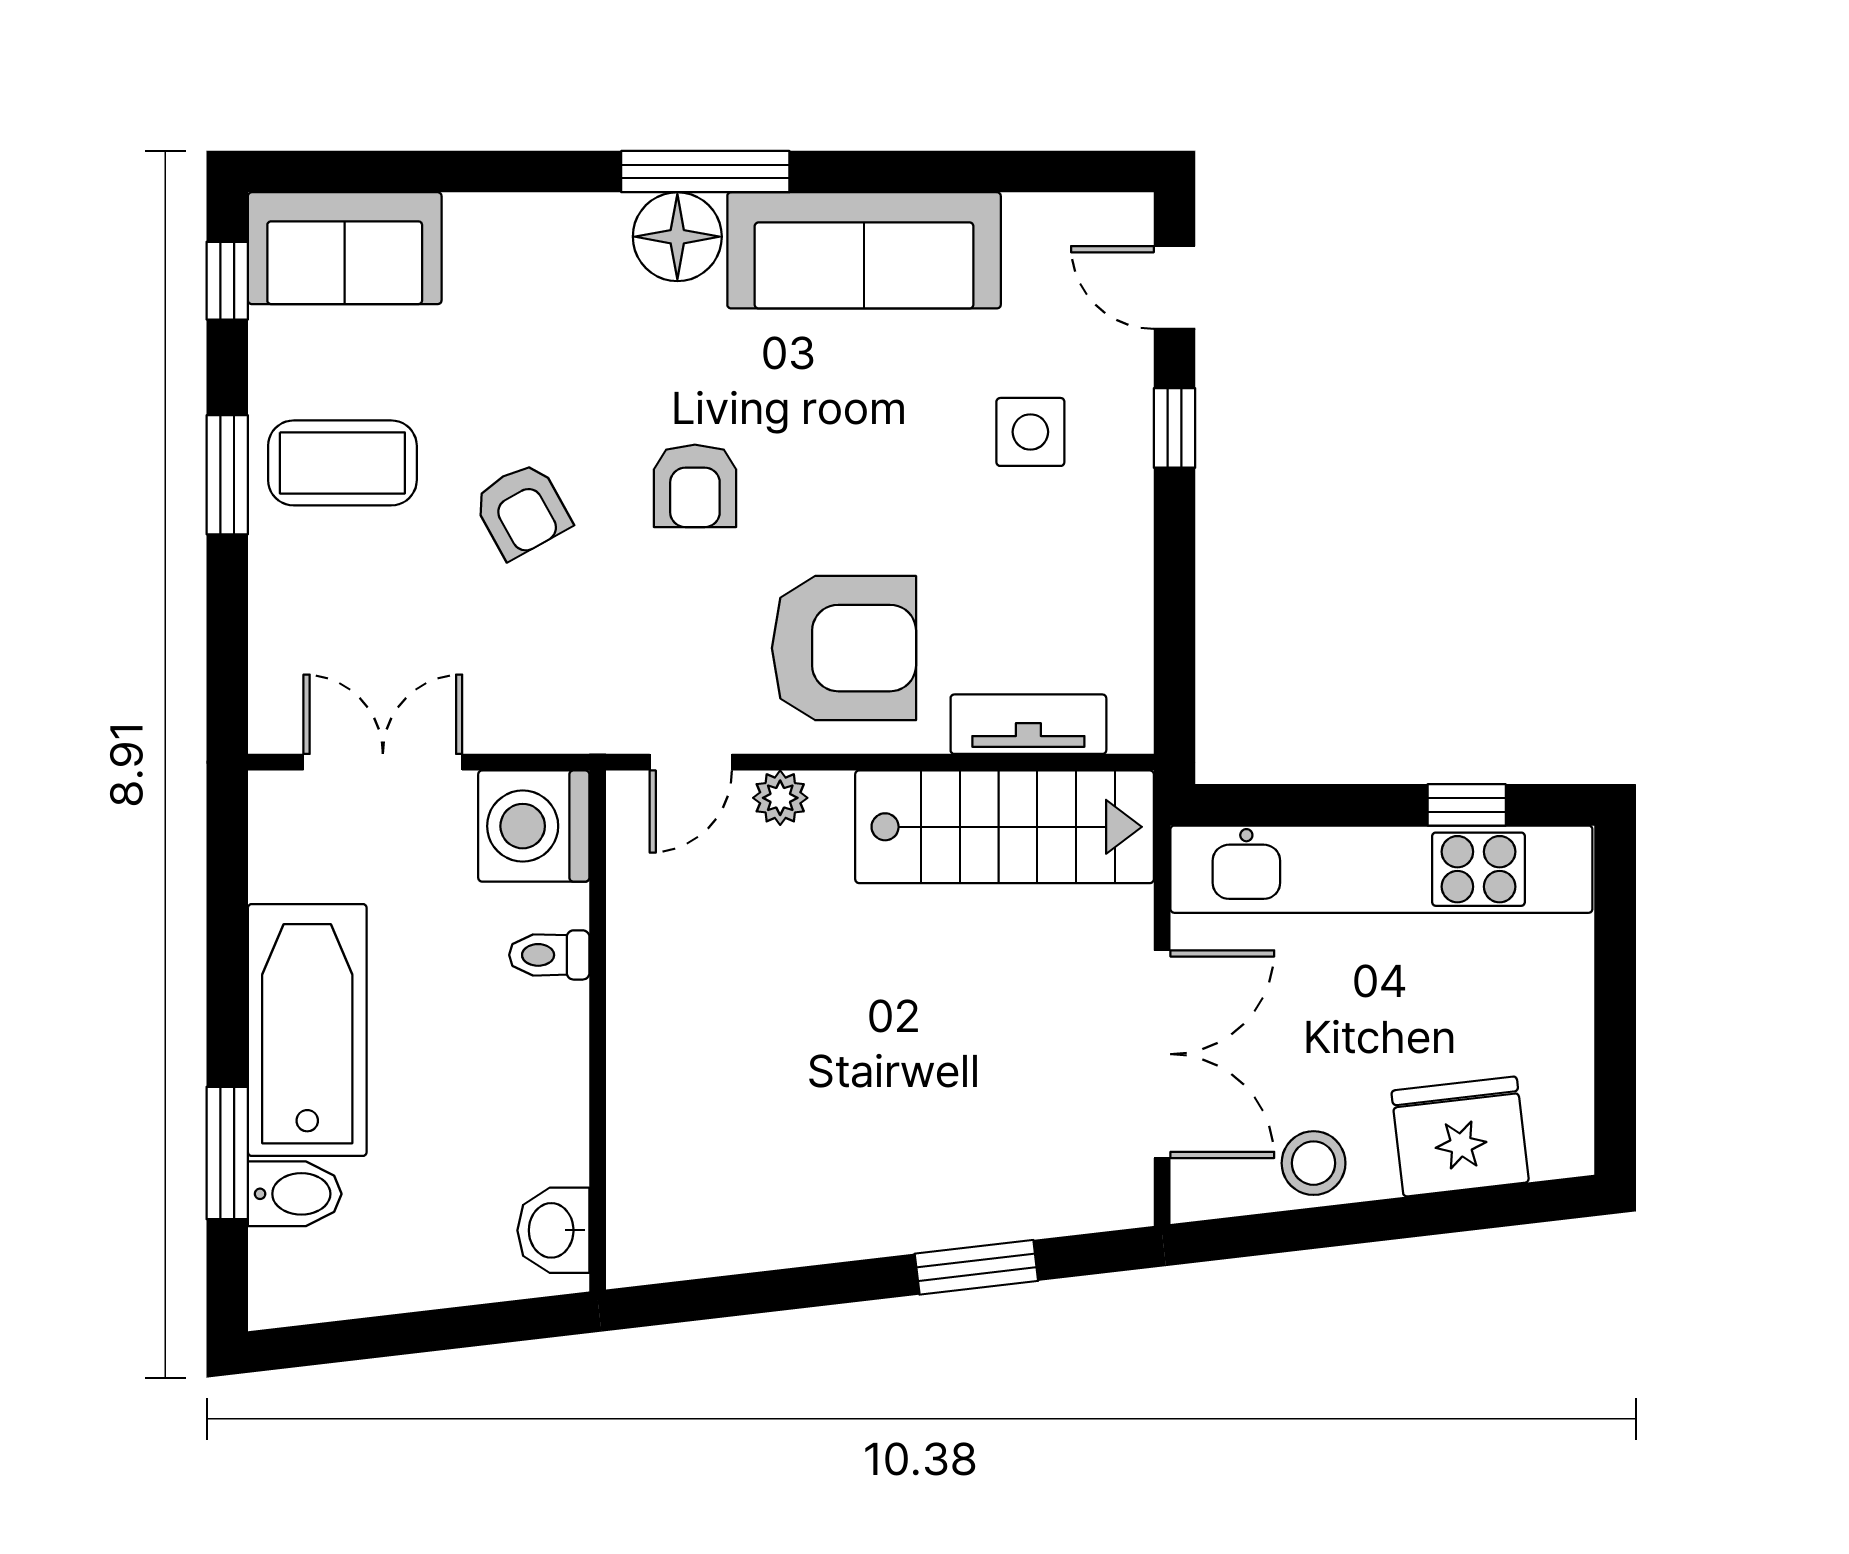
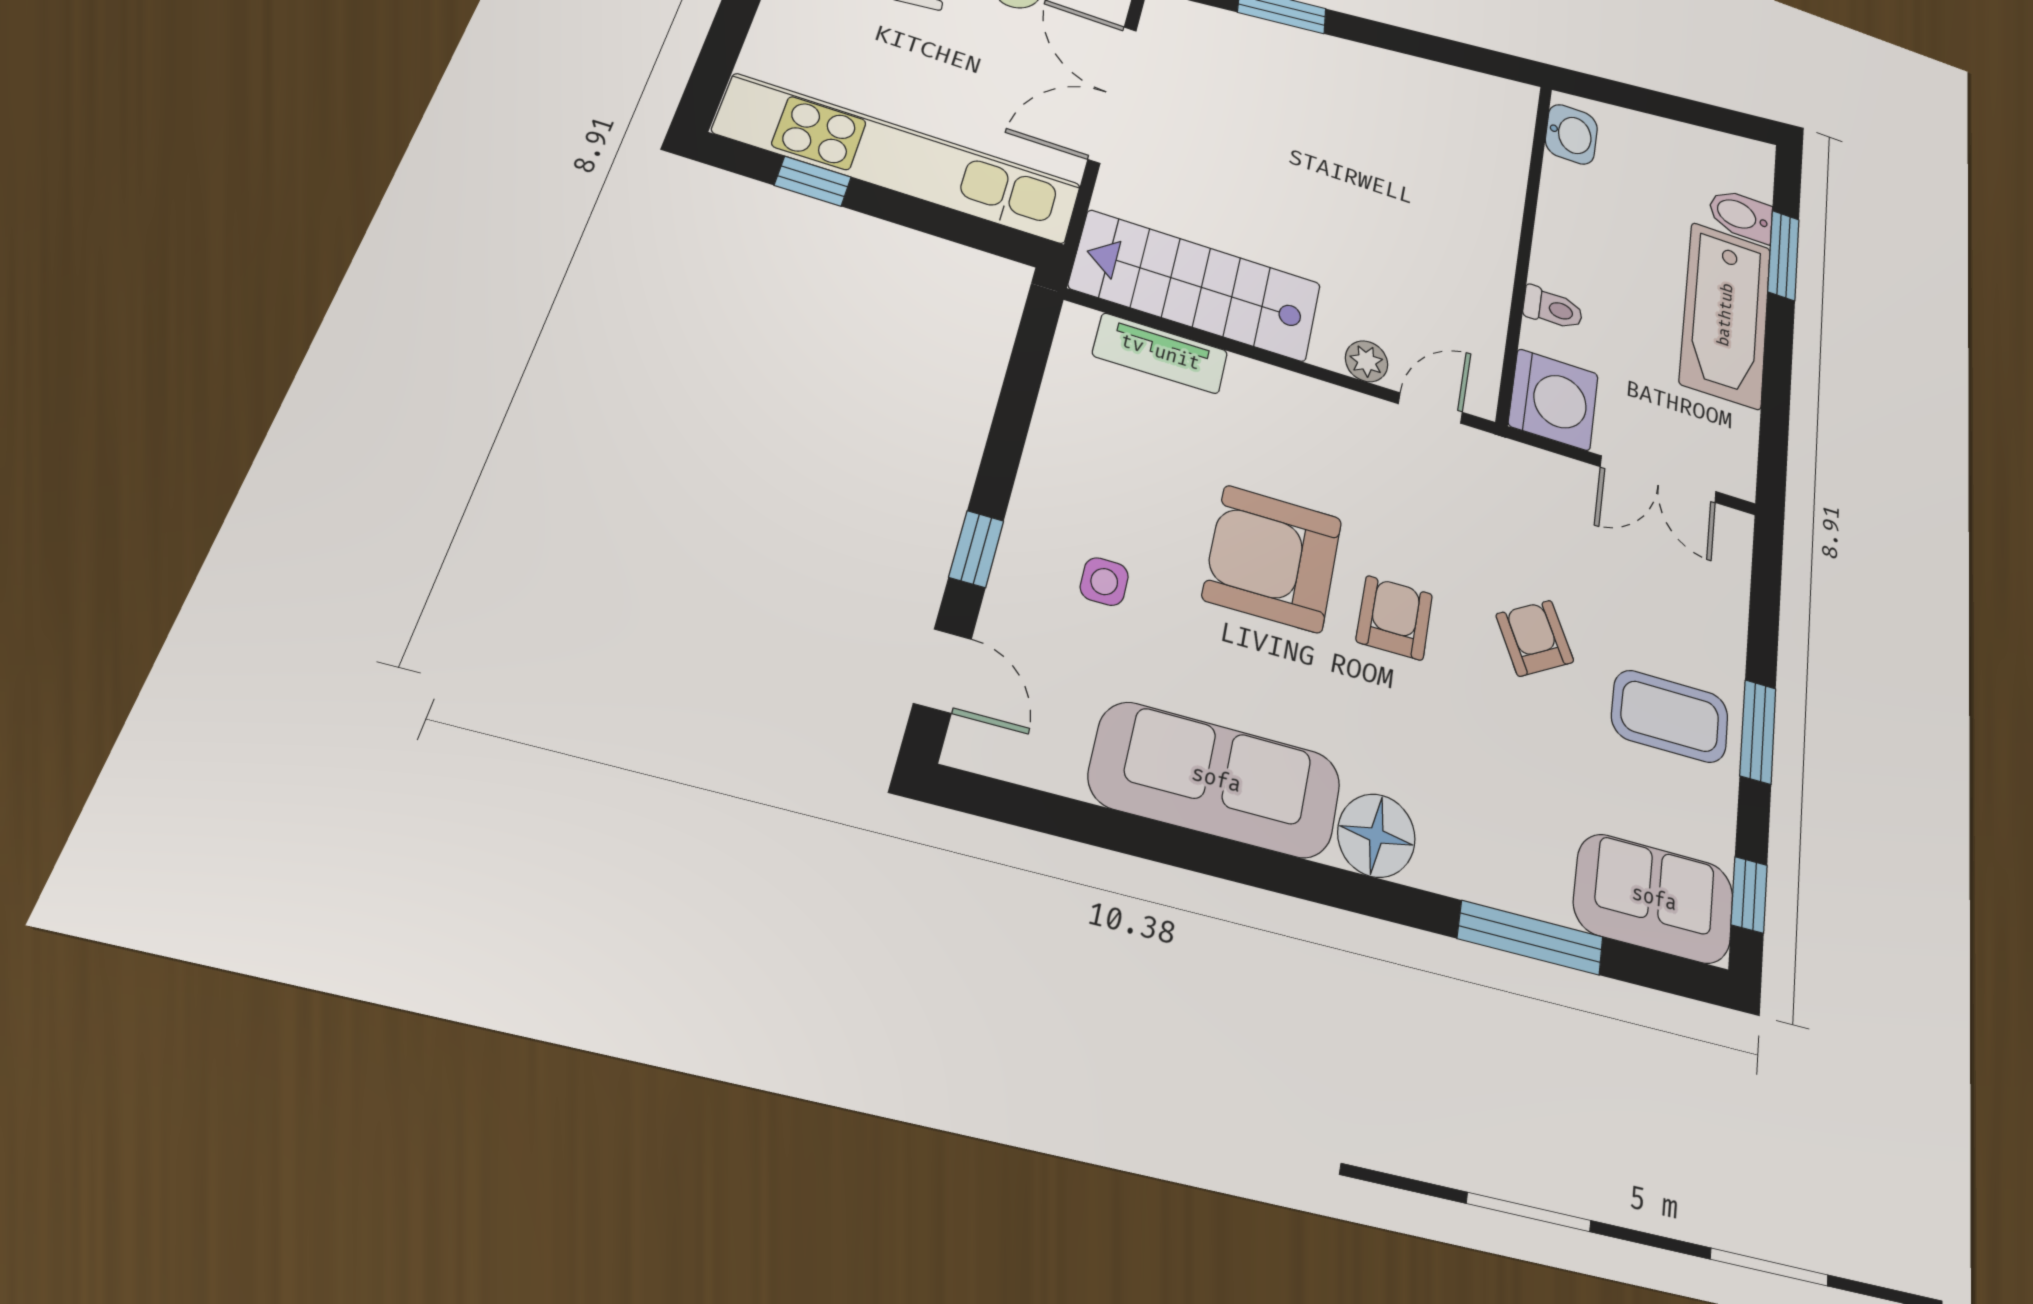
window: (705, 172) -> (1531, 938), moved
side table: (1030, 432) -> (1104, 582), width x0.73, depth x0.73
armchair: (844, 648) -> (1273, 559), moved

